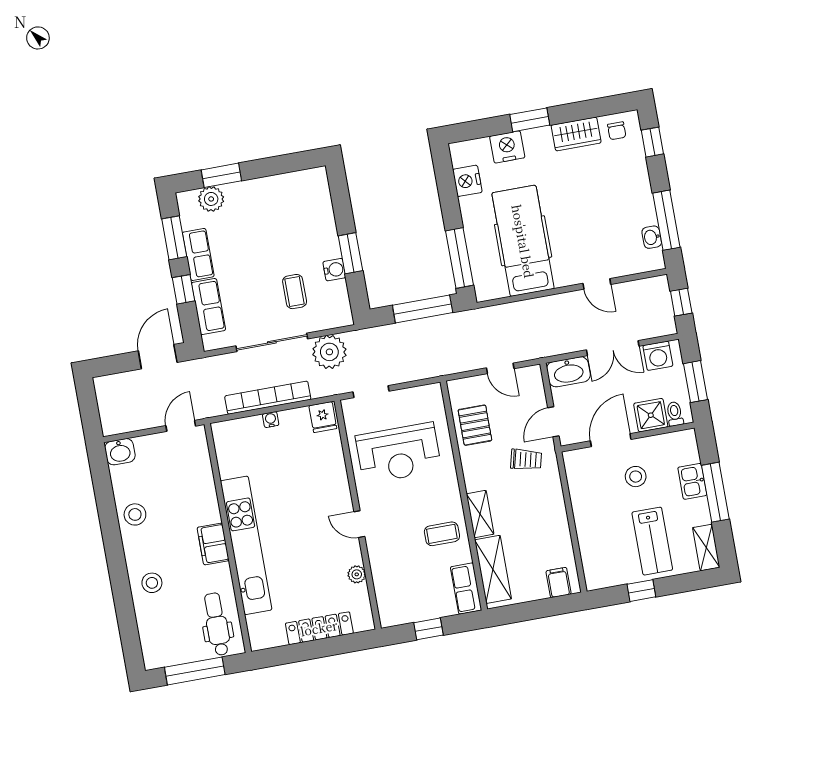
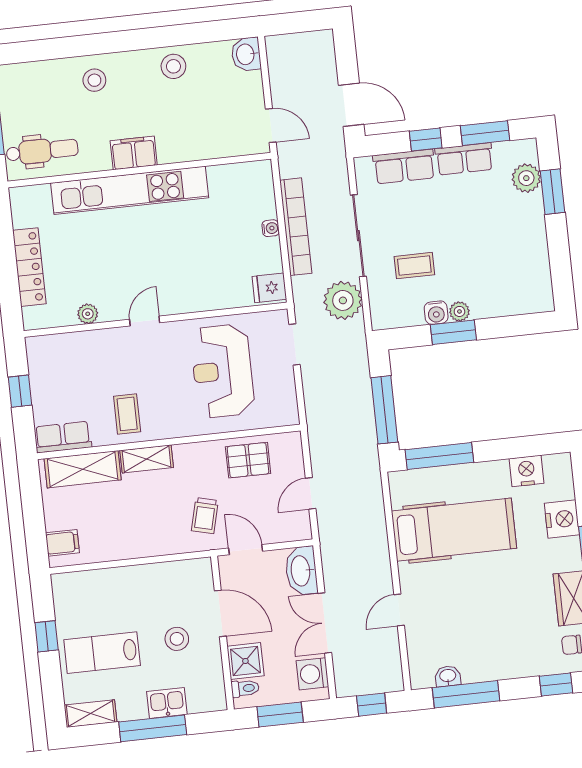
plant: (332, 249) -> (459, 311), added

